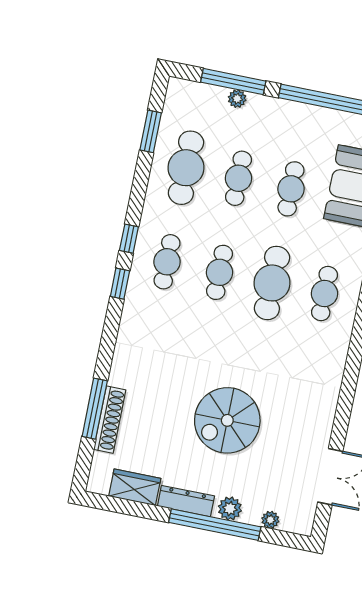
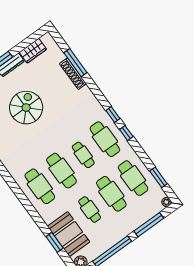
plant: (237, 99) -> (166, 202), moved
cafe table: (238, 178) -> (111, 194), width x1.37, depth x1.35
cafe table: (167, 262) -> (105, 139), width x1.37, depth x1.35
cafe table: (324, 294) -> (40, 186), width x1.37, depth x1.35
shoe rack: (110, 420) -> (73, 74), moved

